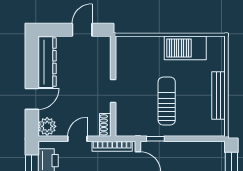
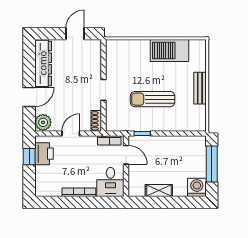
bench: (219, 95) -> (200, 88), width x0.73
sun lounger: (167, 101) -> (153, 99), turned -90
bookcase: (112, 146) -> (109, 140), width x0.64

